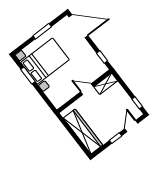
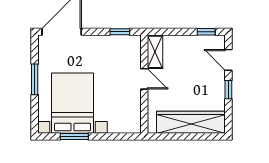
door: (87, 89) -> (144, 79), swing flipped

